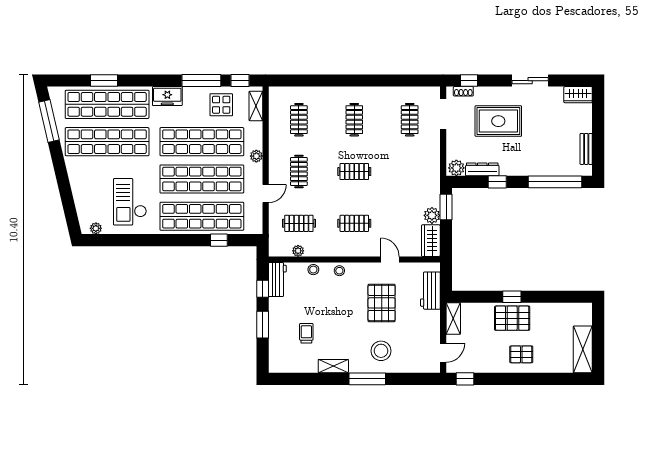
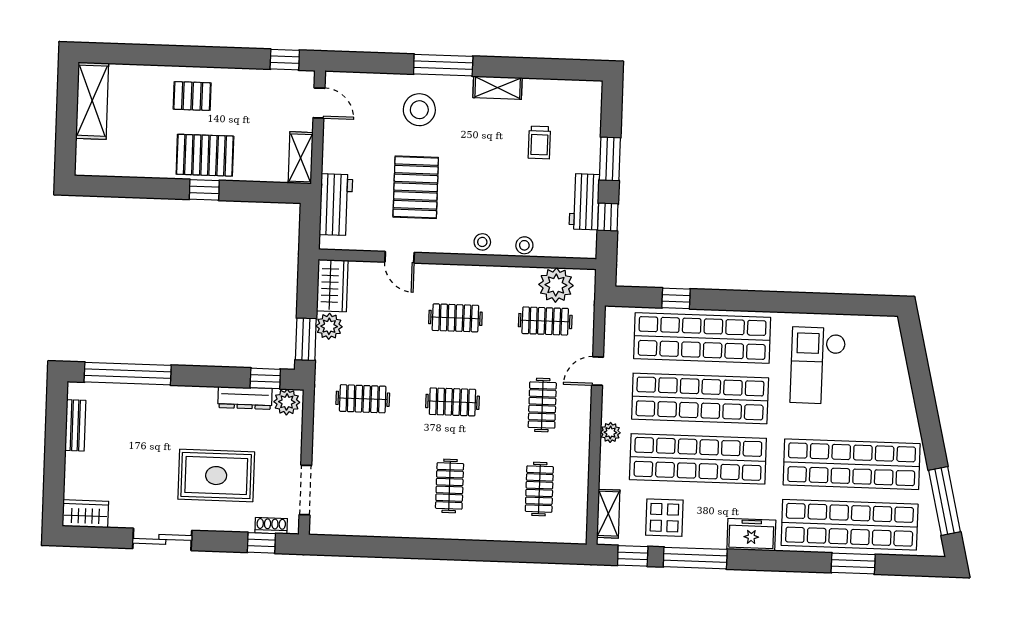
clothes rail: (410, 120) -> (363, 399), moved, turned 90
window: (497, 182) -> (265, 378), moved
checkout: (130, 202) -> (818, 365), turned 180
plant: (96, 228) -> (875, 324), removed
plant: (298, 251) -> (556, 285), width x1.88, depth x1.88
workbench: (277, 280) -> (584, 202), moved
door: (443, 353) -> (319, 103), swing flipped

